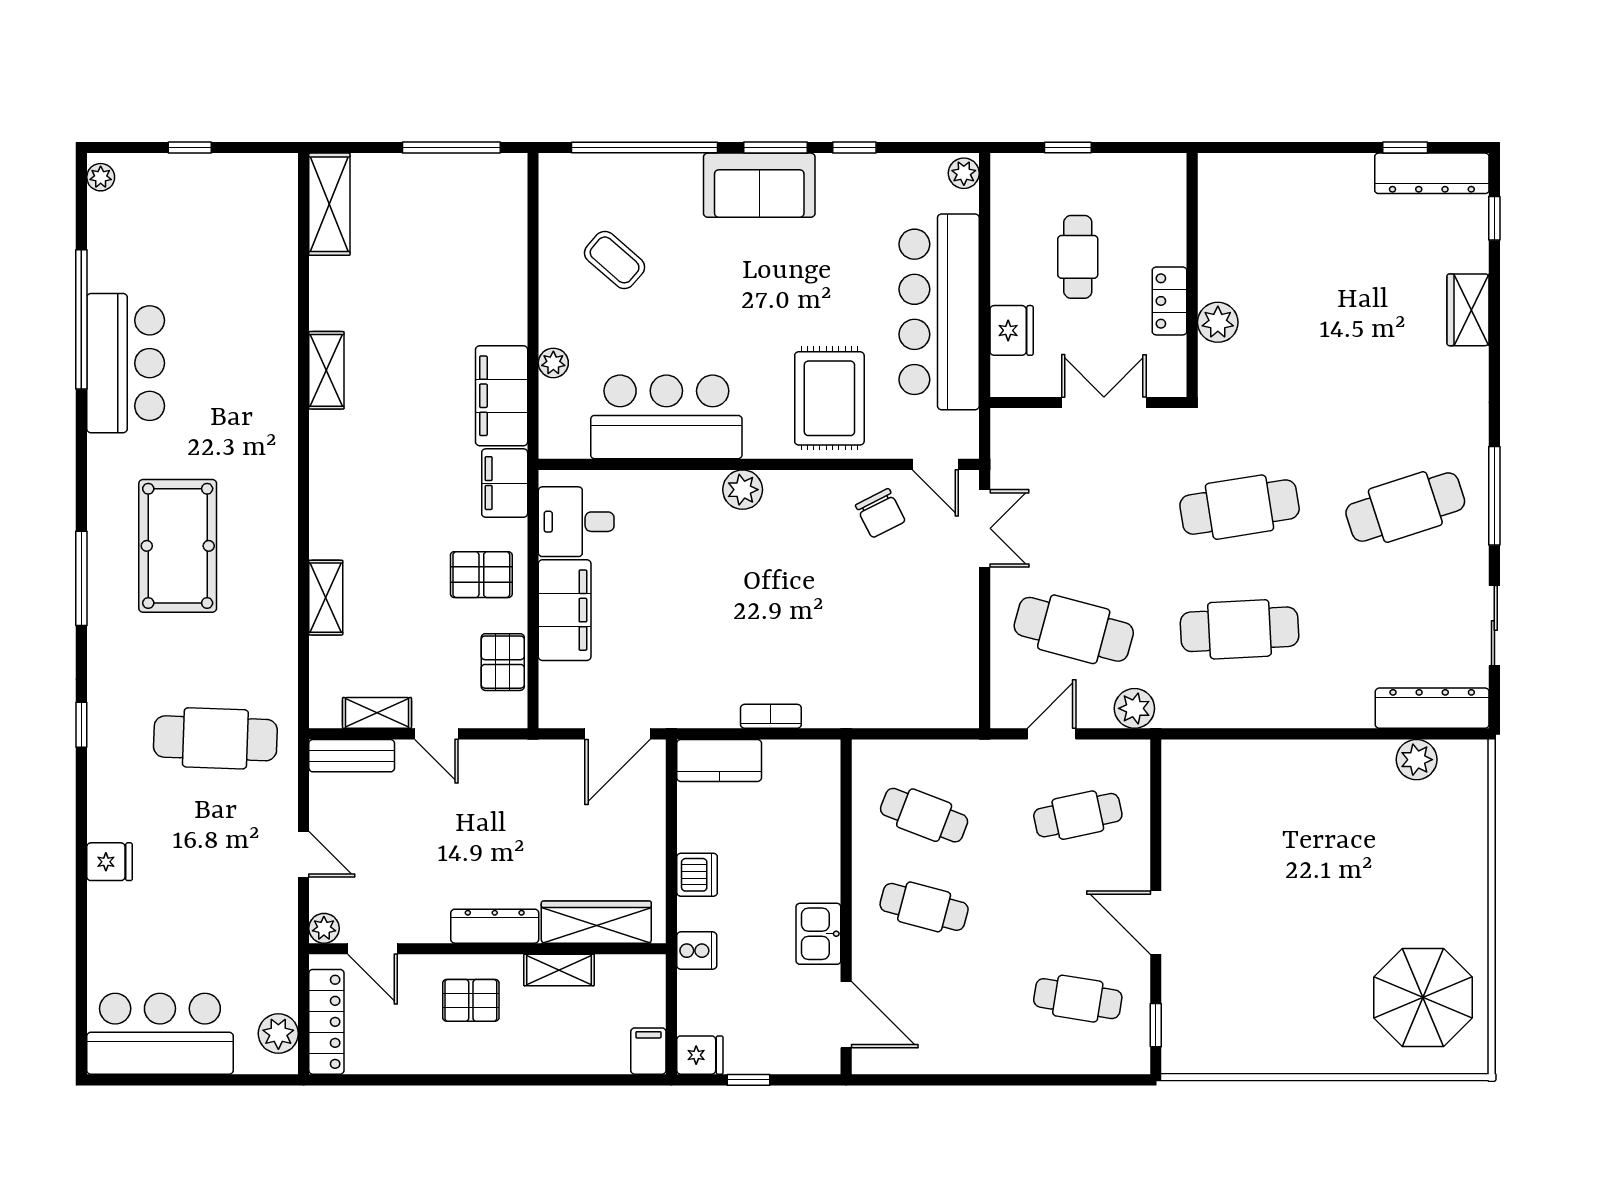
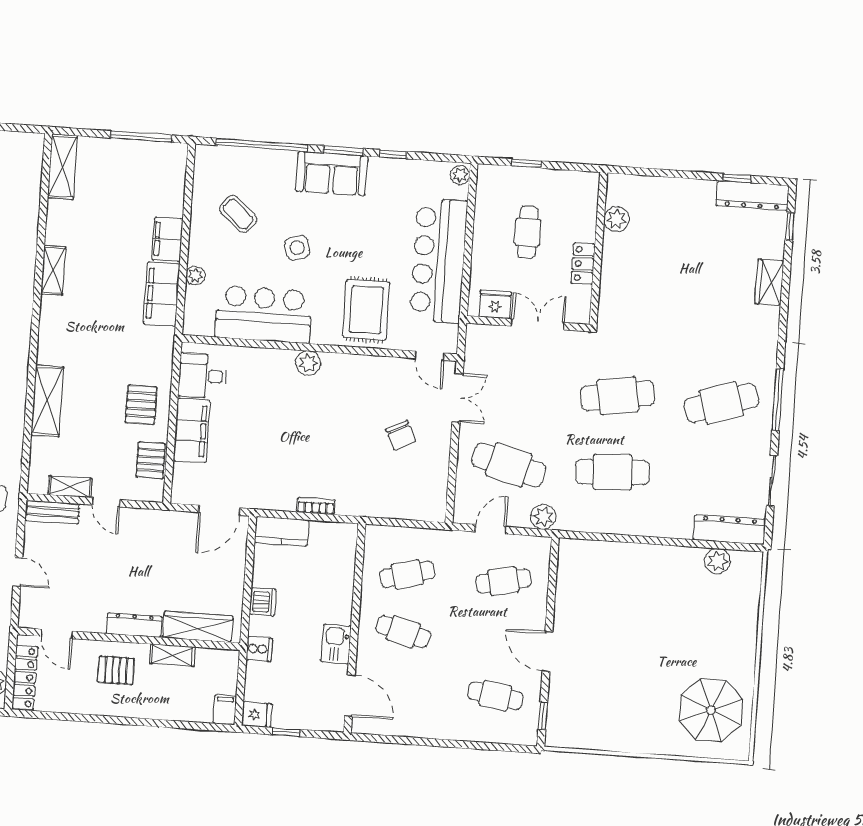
side table: (712, 307) -> (297, 248), added
plant: (1218, 322) -> (616, 219), moved
fridge: (1012, 330) -> (495, 304), moved, turned -90
filing cabinet: (505, 483) -> (167, 239), moved
chair: (880, 513) -> (401, 435), moved
pallet: (481, 575) -> (141, 405), turned 90
shelving: (326, 598) -> (47, 401), width x1.50, depth x1.33
cafe table: (924, 815) -> (407, 574), turned -36
plant: (324, 928) -> (27, 619), removed

